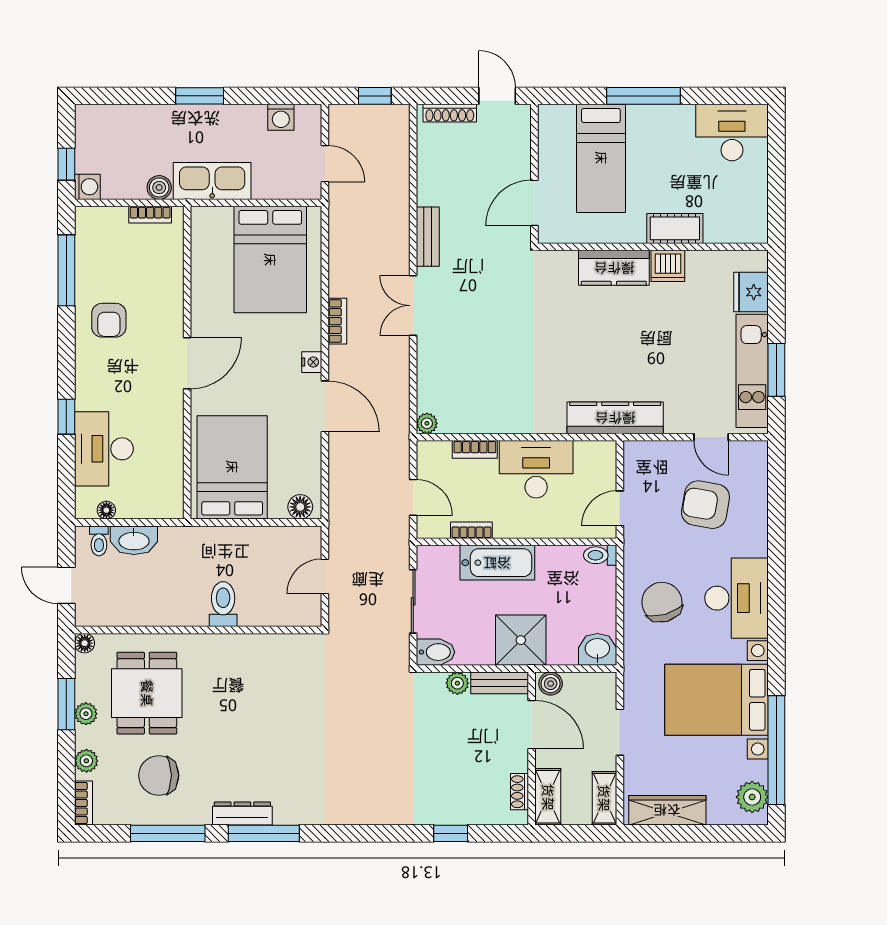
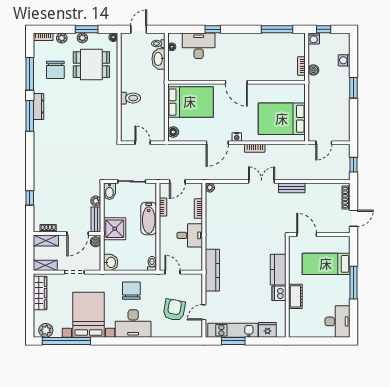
washing machine: (281, 117) -> (344, 60), moved
kitchen sink: (212, 181) -> (316, 93), removed
armchair: (109, 320) -> (255, 48), removed
desk: (536, 469) -> (190, 235), width x0.73
chair: (662, 602) -> (131, 291), turned -74
chair: (159, 775) -> (55, 70), turned 180

